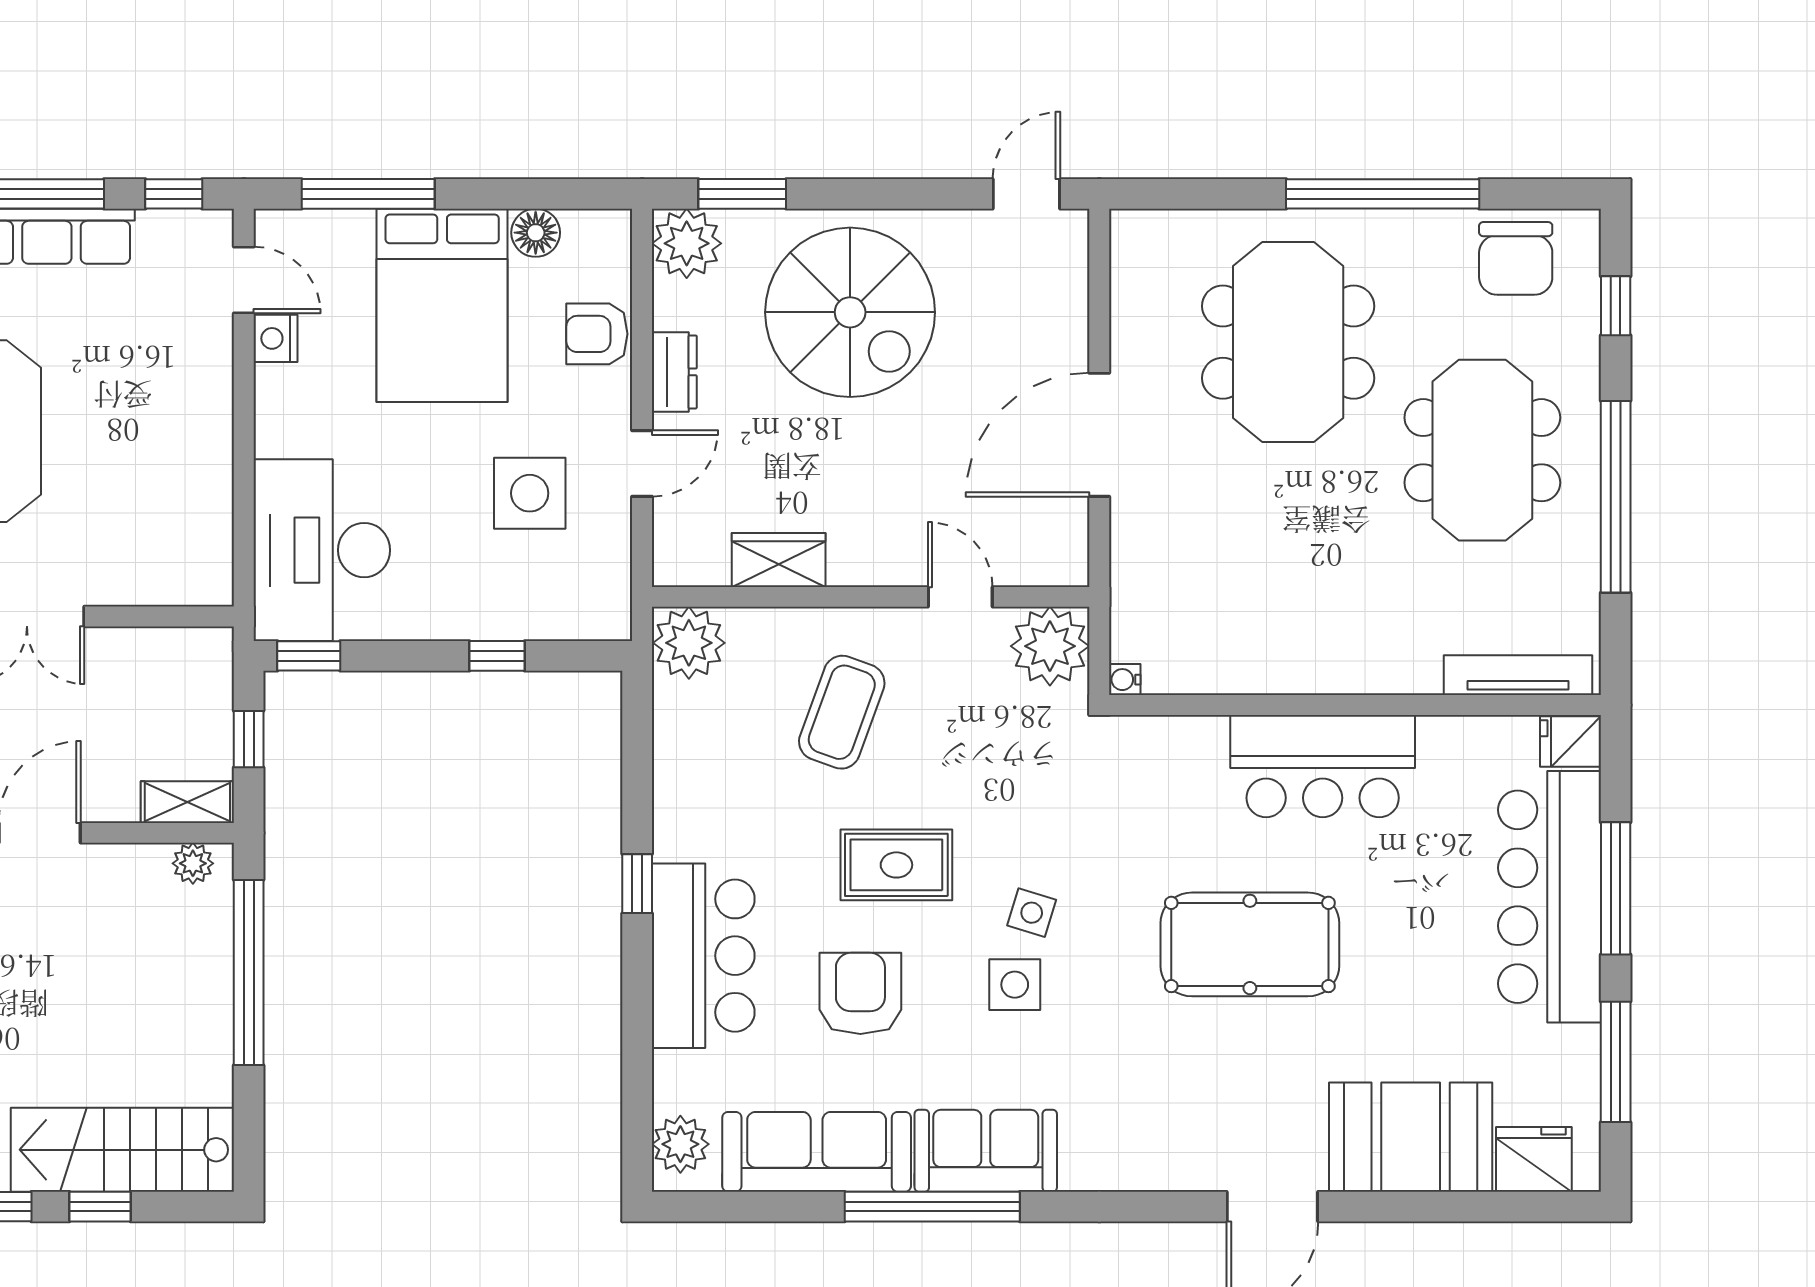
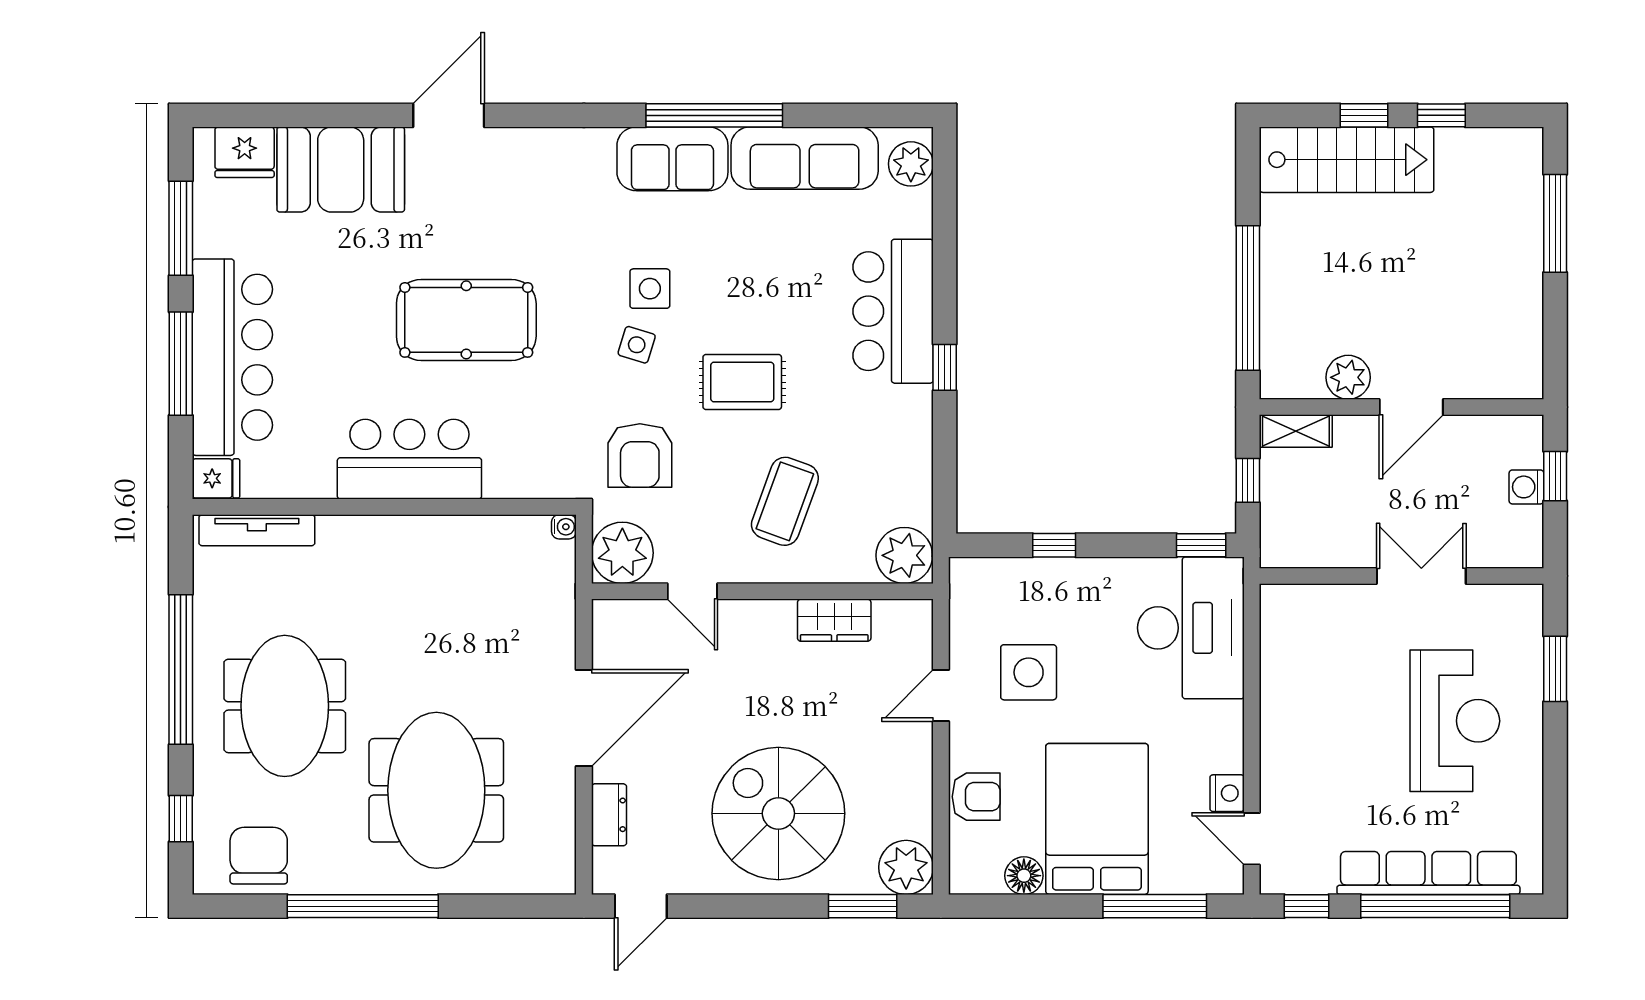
dresser: (674, 372) -> (609, 815), moved, turned 180
plant: (193, 863) -> (1348, 377), moved, width x1.38, depth x1.38
armchair: (860, 993) -> (640, 456), moved

